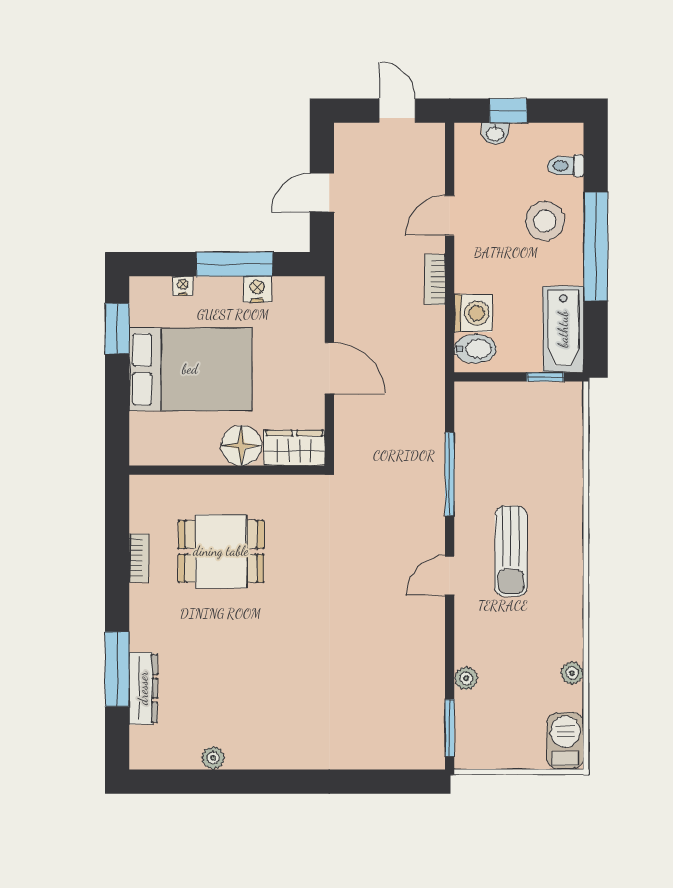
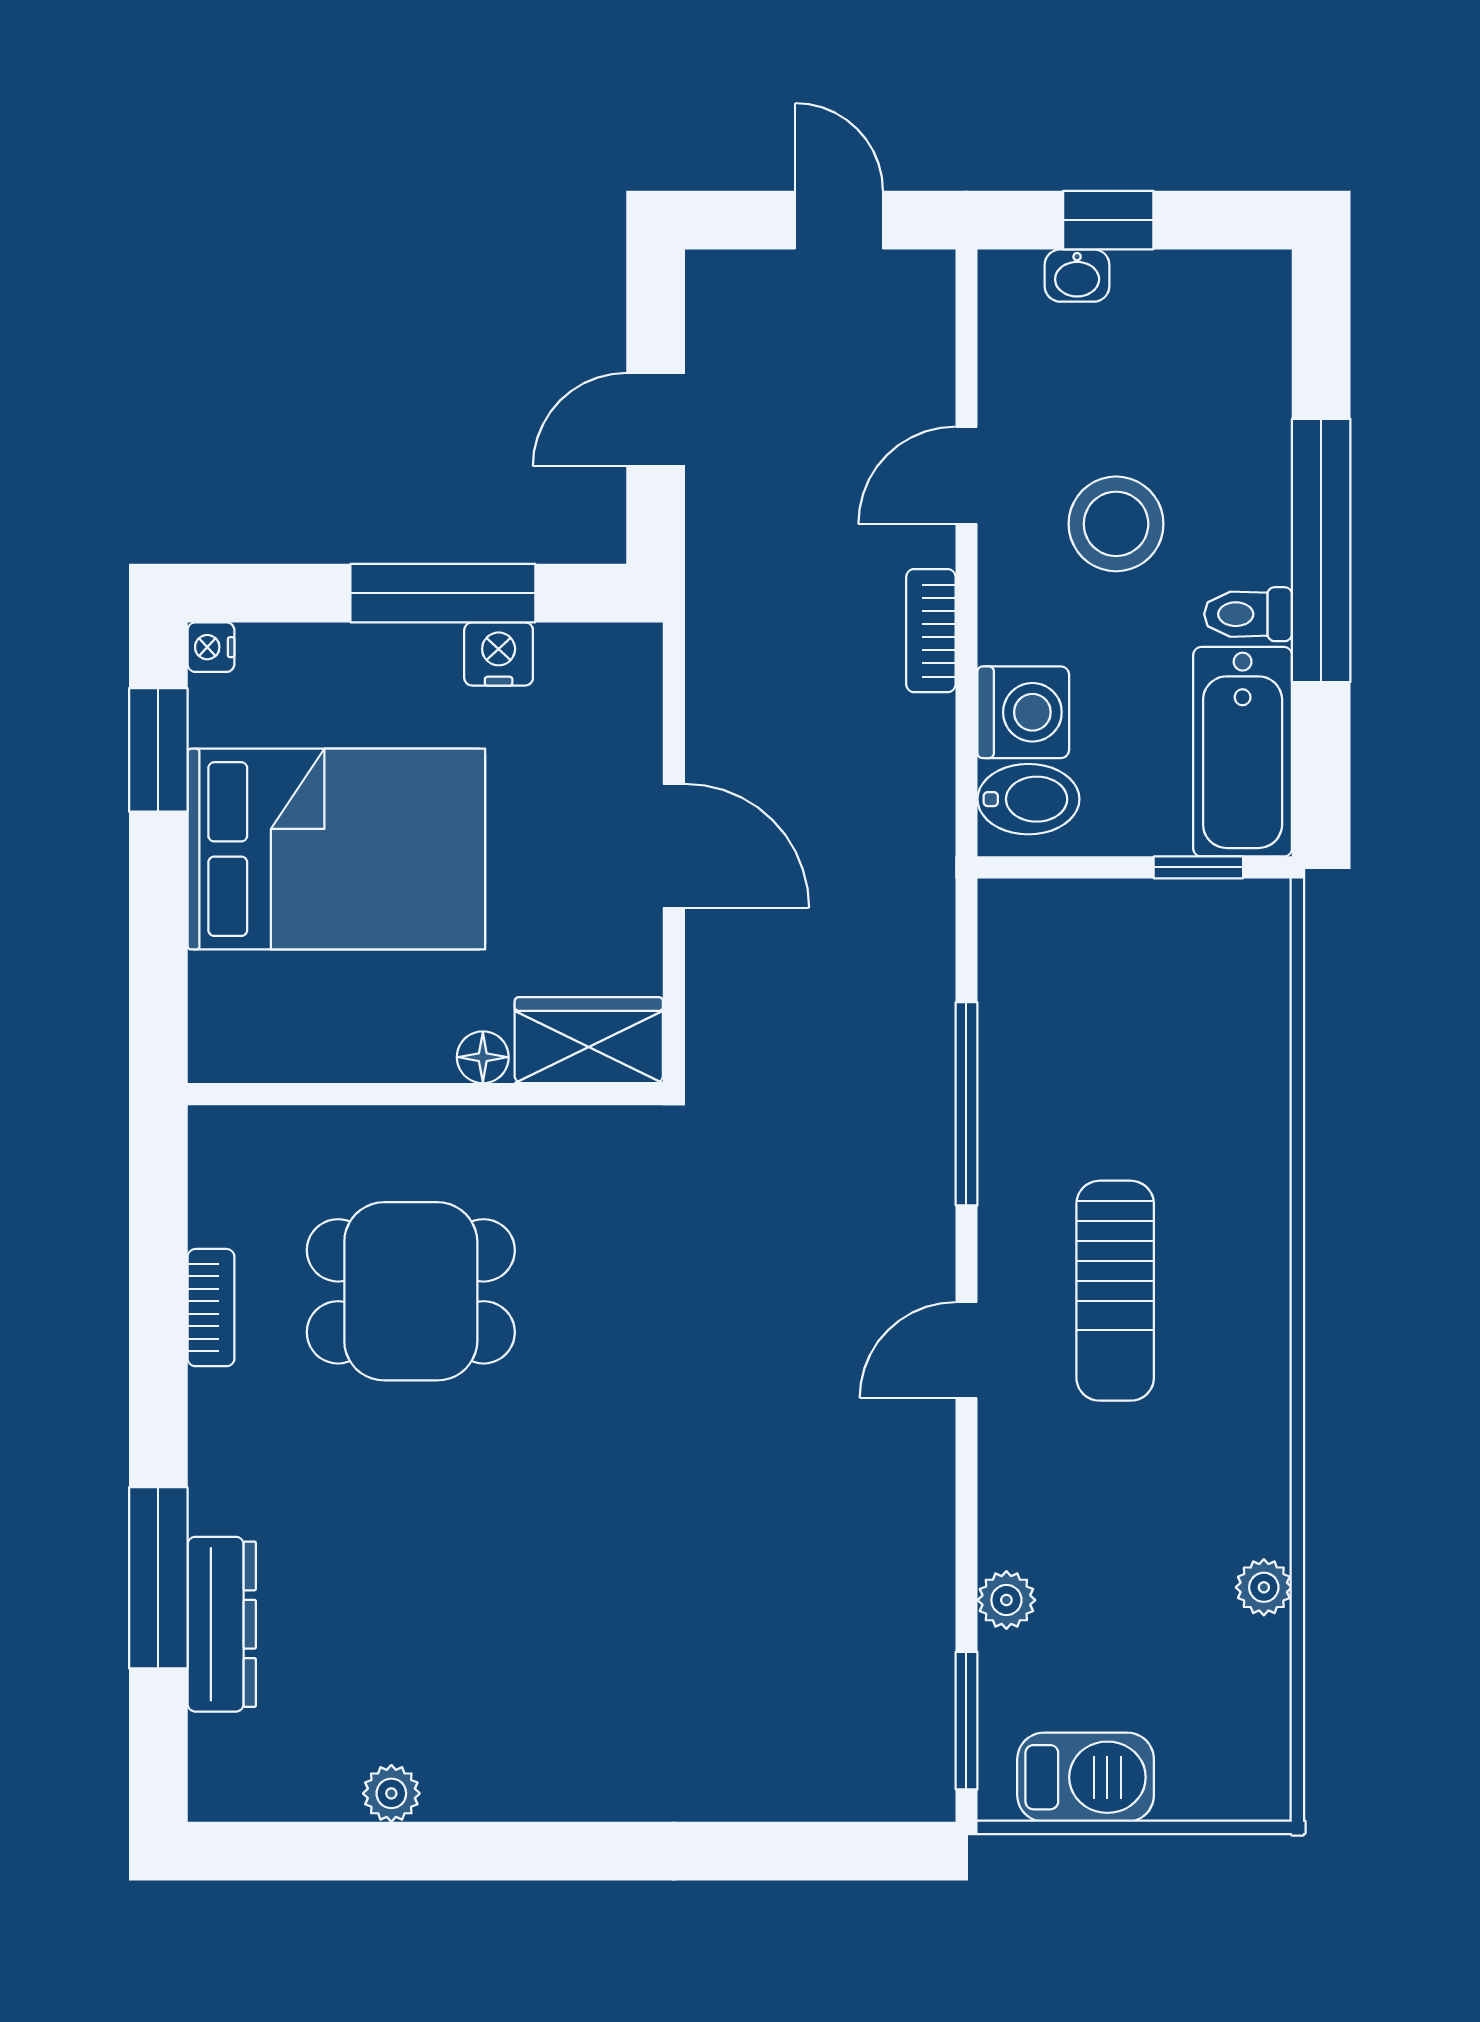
toilet: (566, 166) -> (1248, 614), moved
stool: (545, 221) -> (1116, 524), moved
nightstand: (183, 286) -> (211, 647), moved, turned -90
floor lamp: (241, 446) -> (483, 1057), width x0.53, depth x0.53
barbecue: (565, 741) -> (1086, 1777), moved, turned 90

